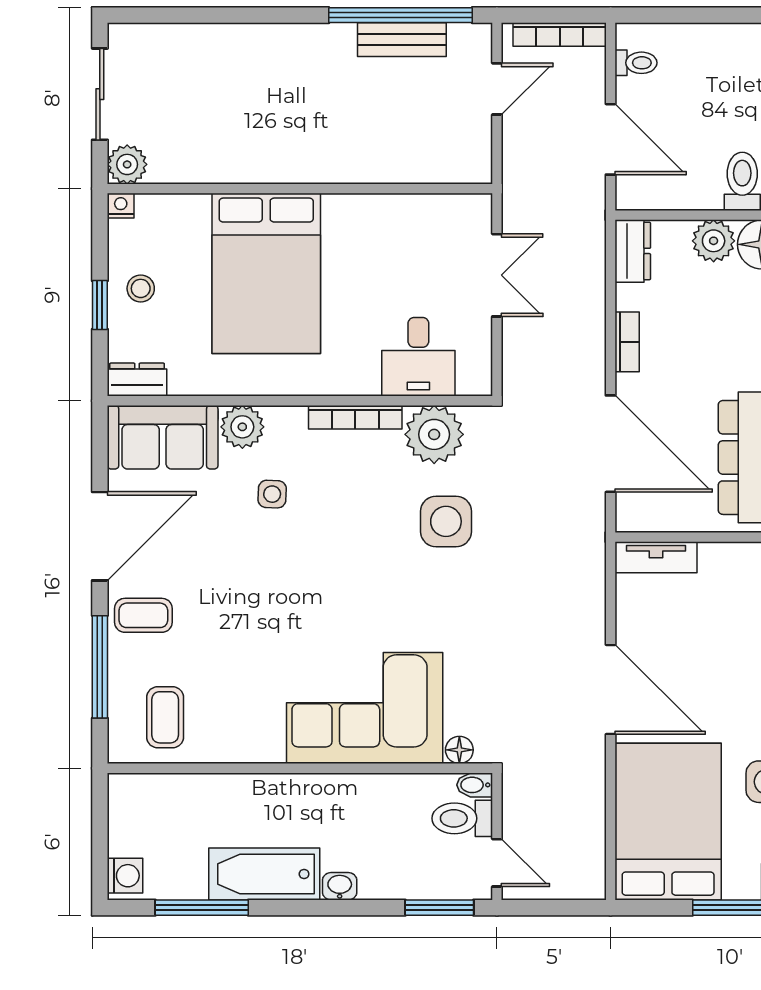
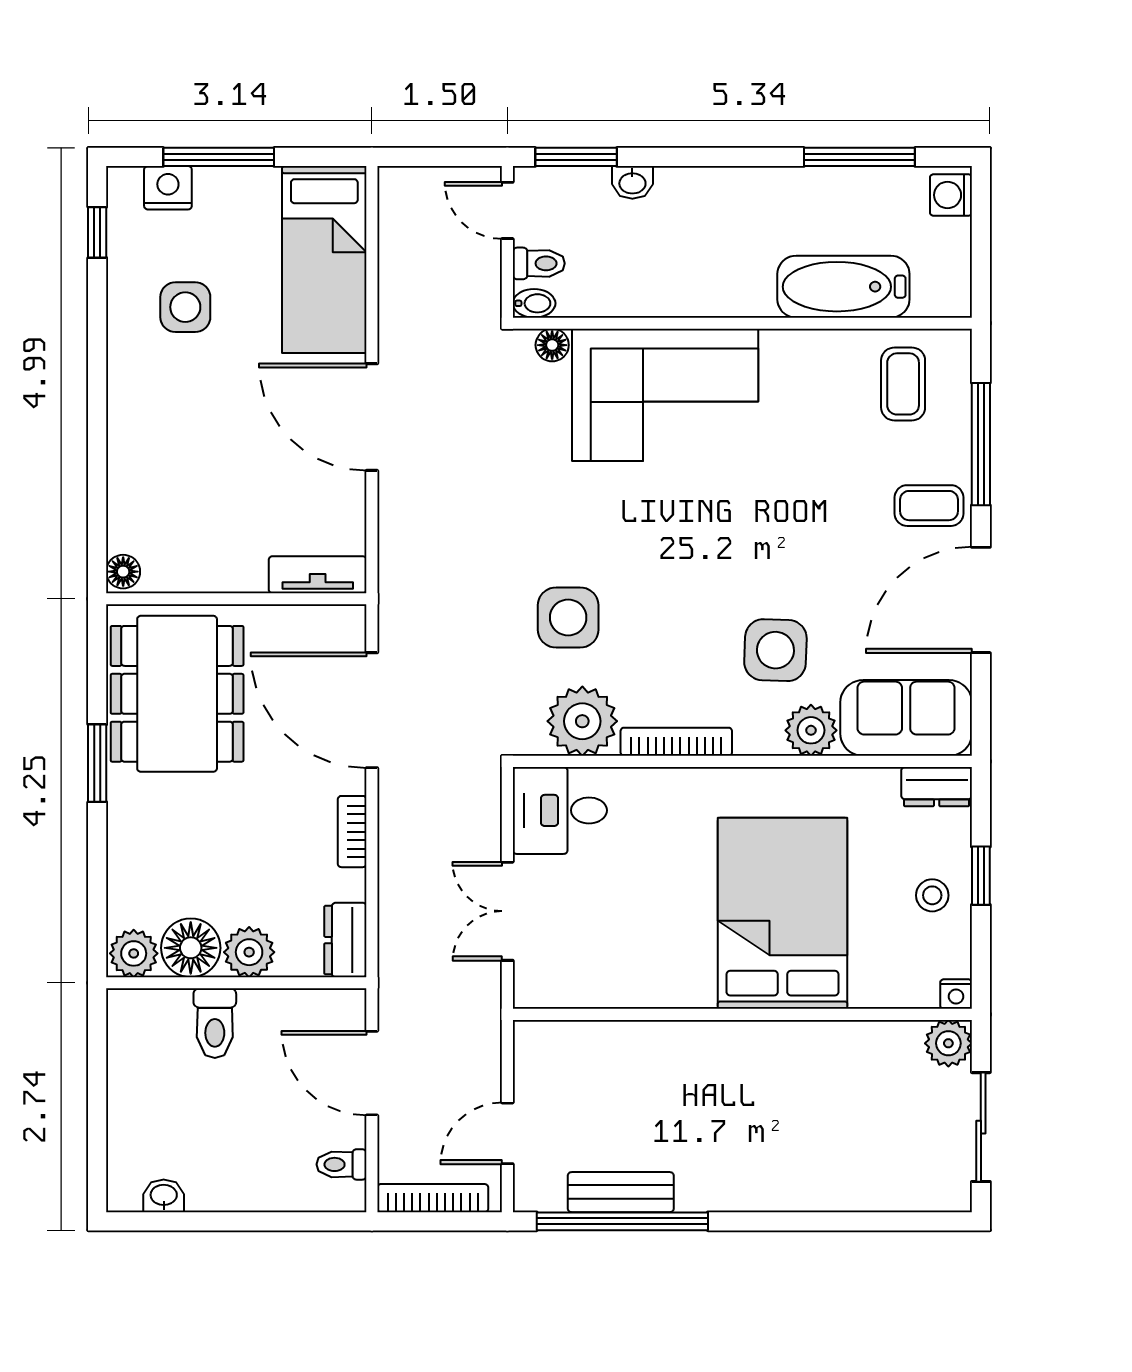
desk: (418, 357) -> (560, 810), moved, turned -90
side table: (272, 494) -> (775, 650), width x1.87, depth x1.87
toilet: (462, 818) -> (539, 263), width x0.73, depth x0.72
bed: (668, 822) -> (324, 260), width x0.67
bathtub: (264, 874) -> (843, 287), moved, turned 180
washbasin: (340, 886) -> (632, 182), moved

